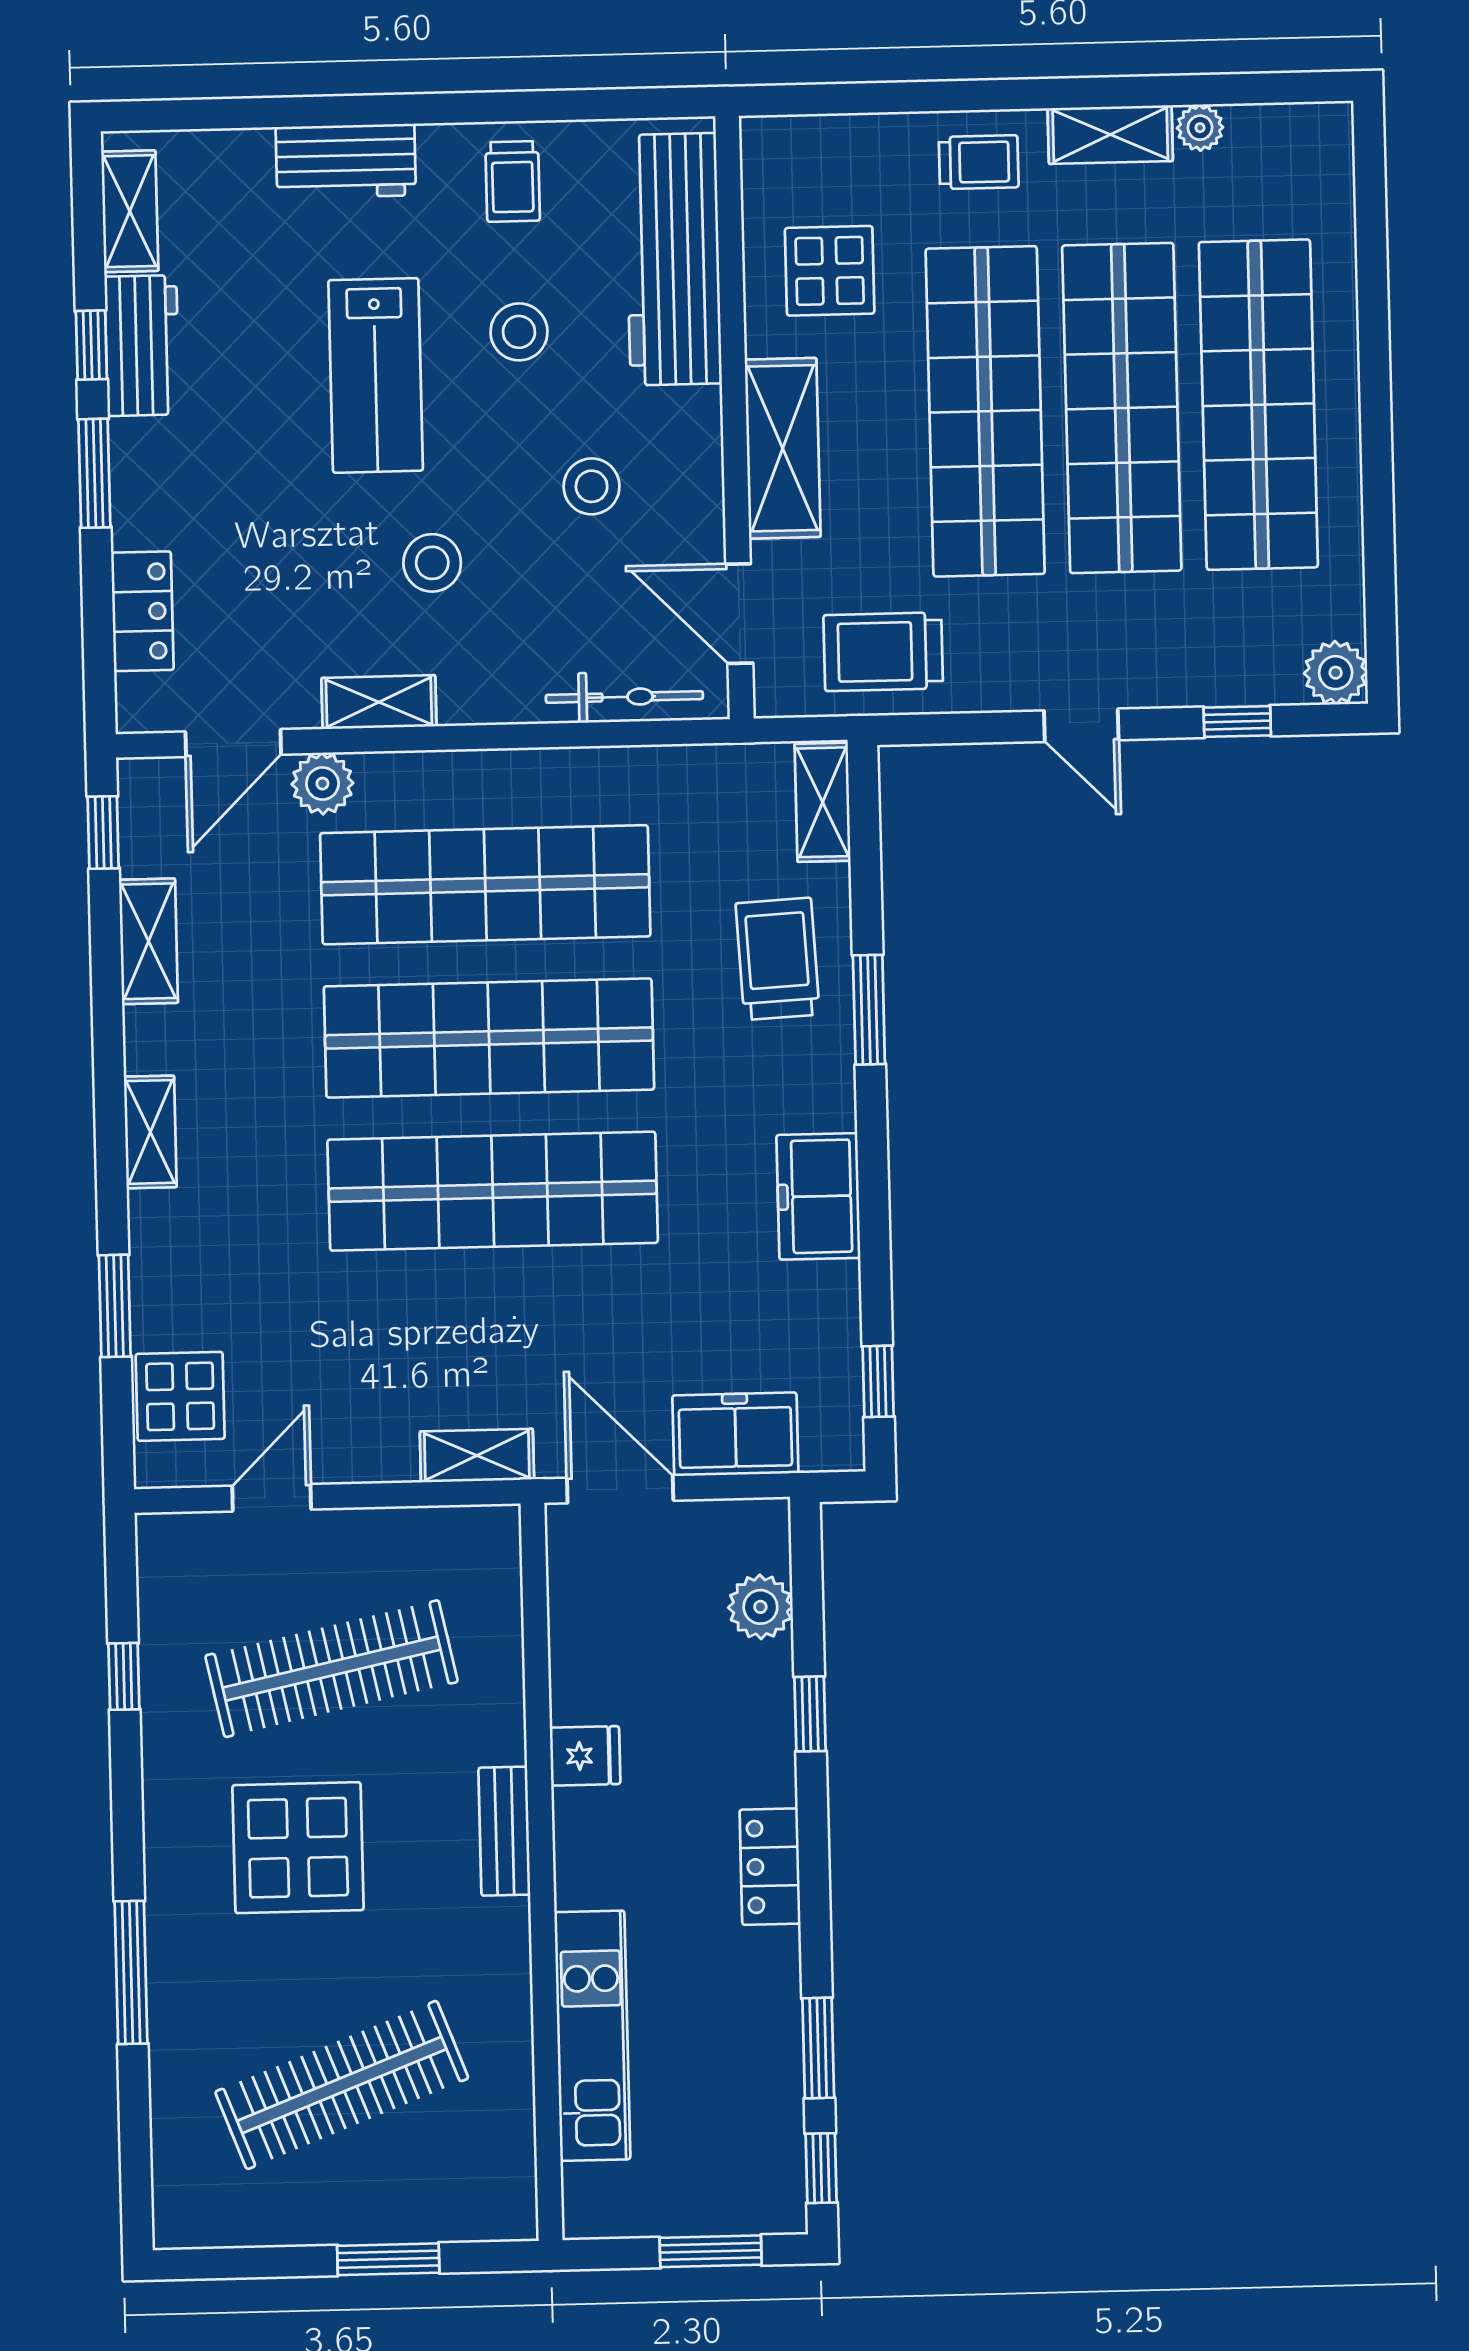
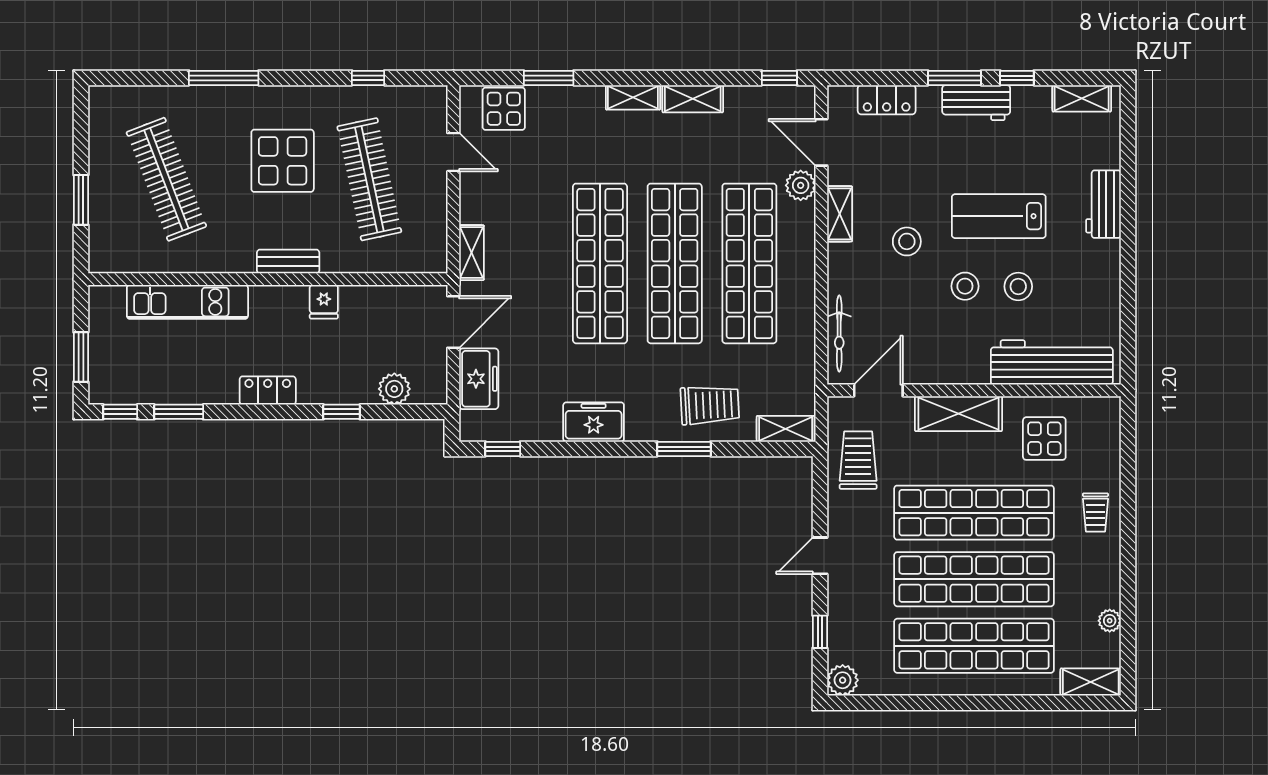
shelving: (1110, 135) -> (1091, 682), moved, turned 90
trolley: (513, 181) -> (1092, 285), removed
workbench: (142, 346) -> (976, 103), moved
stool: (592, 486) -> (965, 286), moved
shelving: (149, 941) -> (693, 99), moved

